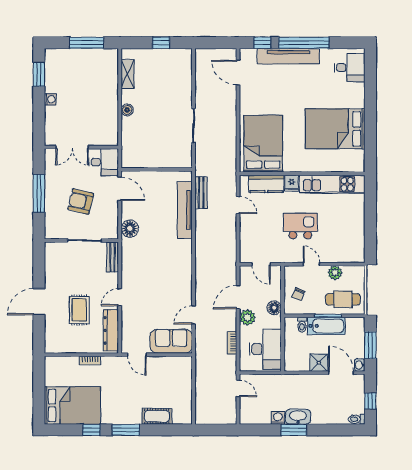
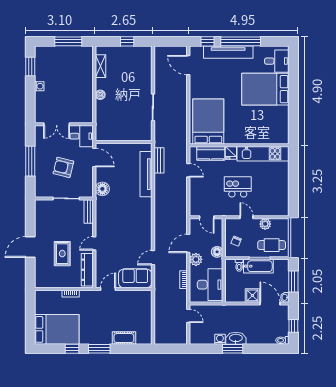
bed: (335, 129) -> (265, 89), moved
door: (137, 355) -> (108, 289), swing flipped

